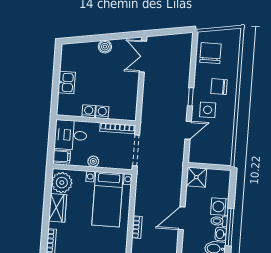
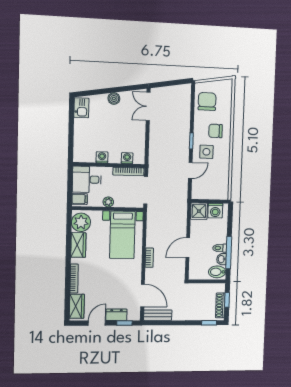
kitchen sink: (67, 82) -> (81, 108), moved
washing machine: (102, 112) -> (127, 158), moved
washing machine: (220, 207) -> (215, 211), moved, turned -90

